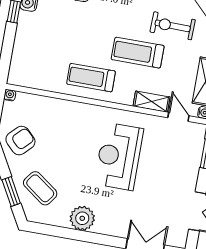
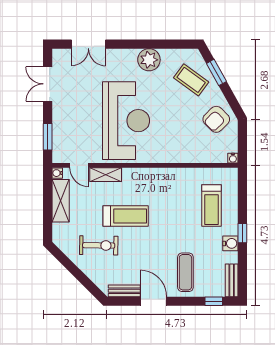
treadmill: (91, 78) -> (211, 205), moved, turned 90
reception desk: (119, 156) -> (126, 121), width x1.36, depth x1.30

